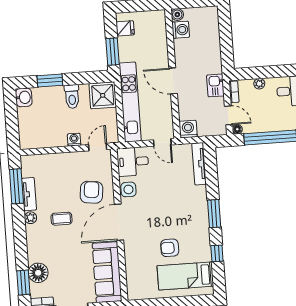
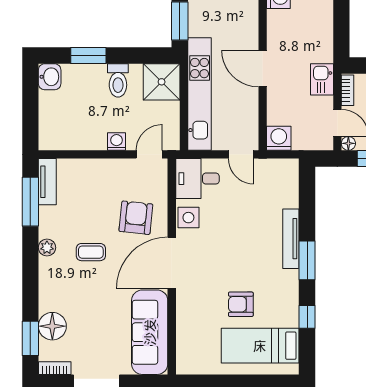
tv unit: (199, 164) -> (291, 239), moved
tv unit: (29, 194) -> (47, 182), moved

